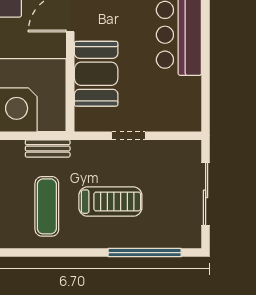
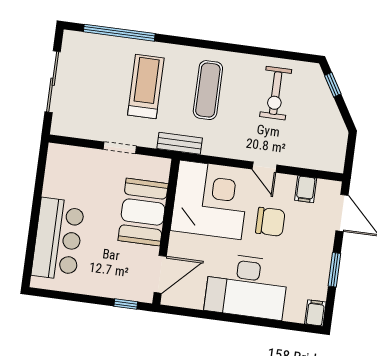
bench: (48, 148) -> (180, 143), moved
treadmill: (110, 202) -> (146, 87), turned 90

